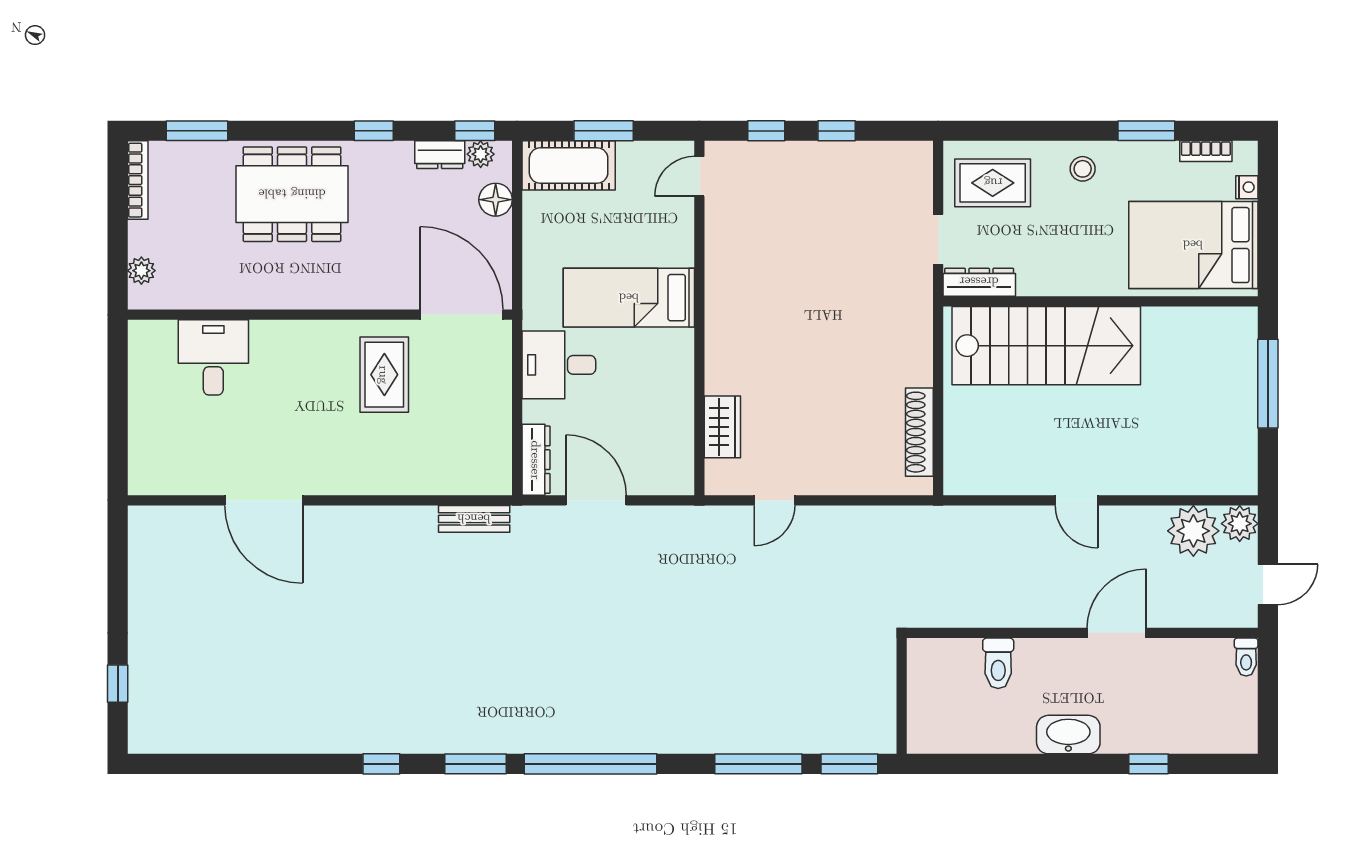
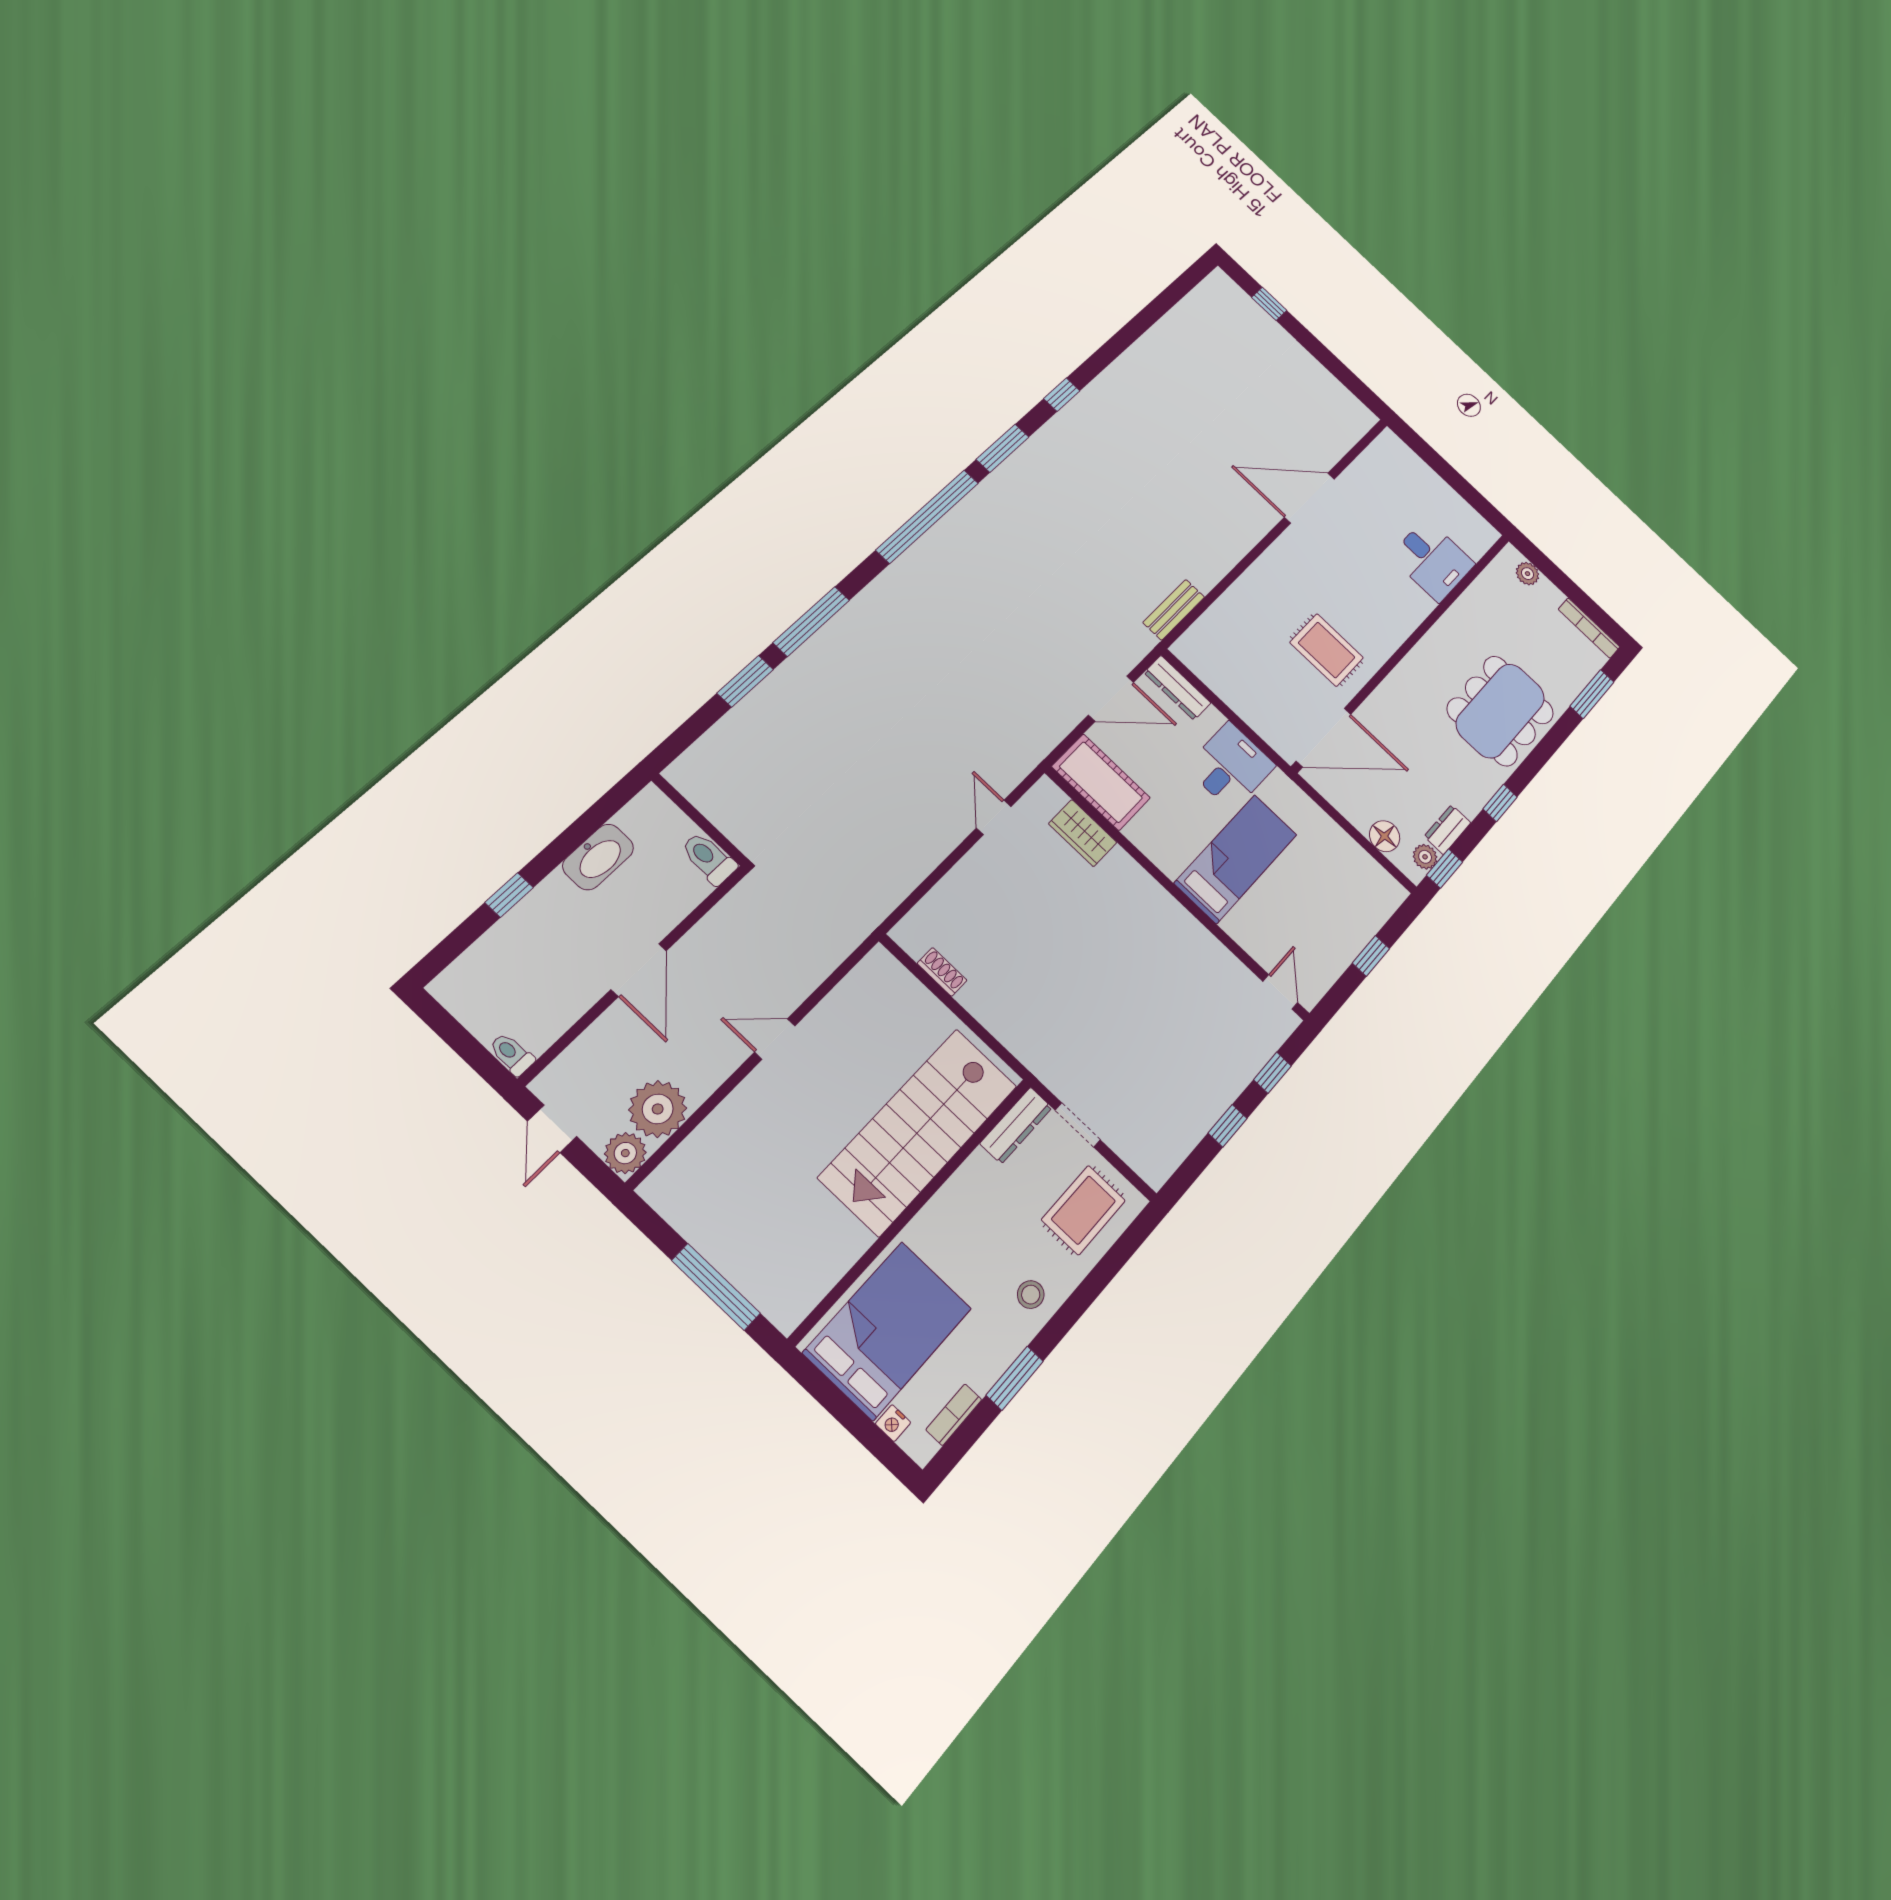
window: (604, 131) -> (1371, 956), width x0.67
cot: (569, 165) -> (1101, 782), moved, turned 90
shoe rack: (919, 432) -> (942, 972), width x0.51, depth x0.81
wall: (902, 696) -> (699, 820), moved

